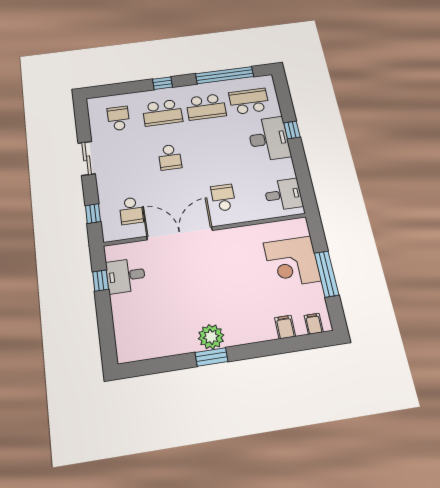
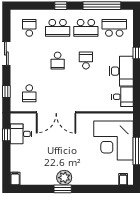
desk: (269, 139) -> (121, 71), moved
school desk: (223, 198) -> (86, 61), moved
double door: (180, 233) -> (56, 112), swing flipped
corner desk: (292, 262) -> (114, 140), width x1.36, depth x1.36
filing cabinet: (285, 327) -> (15, 179), moved

